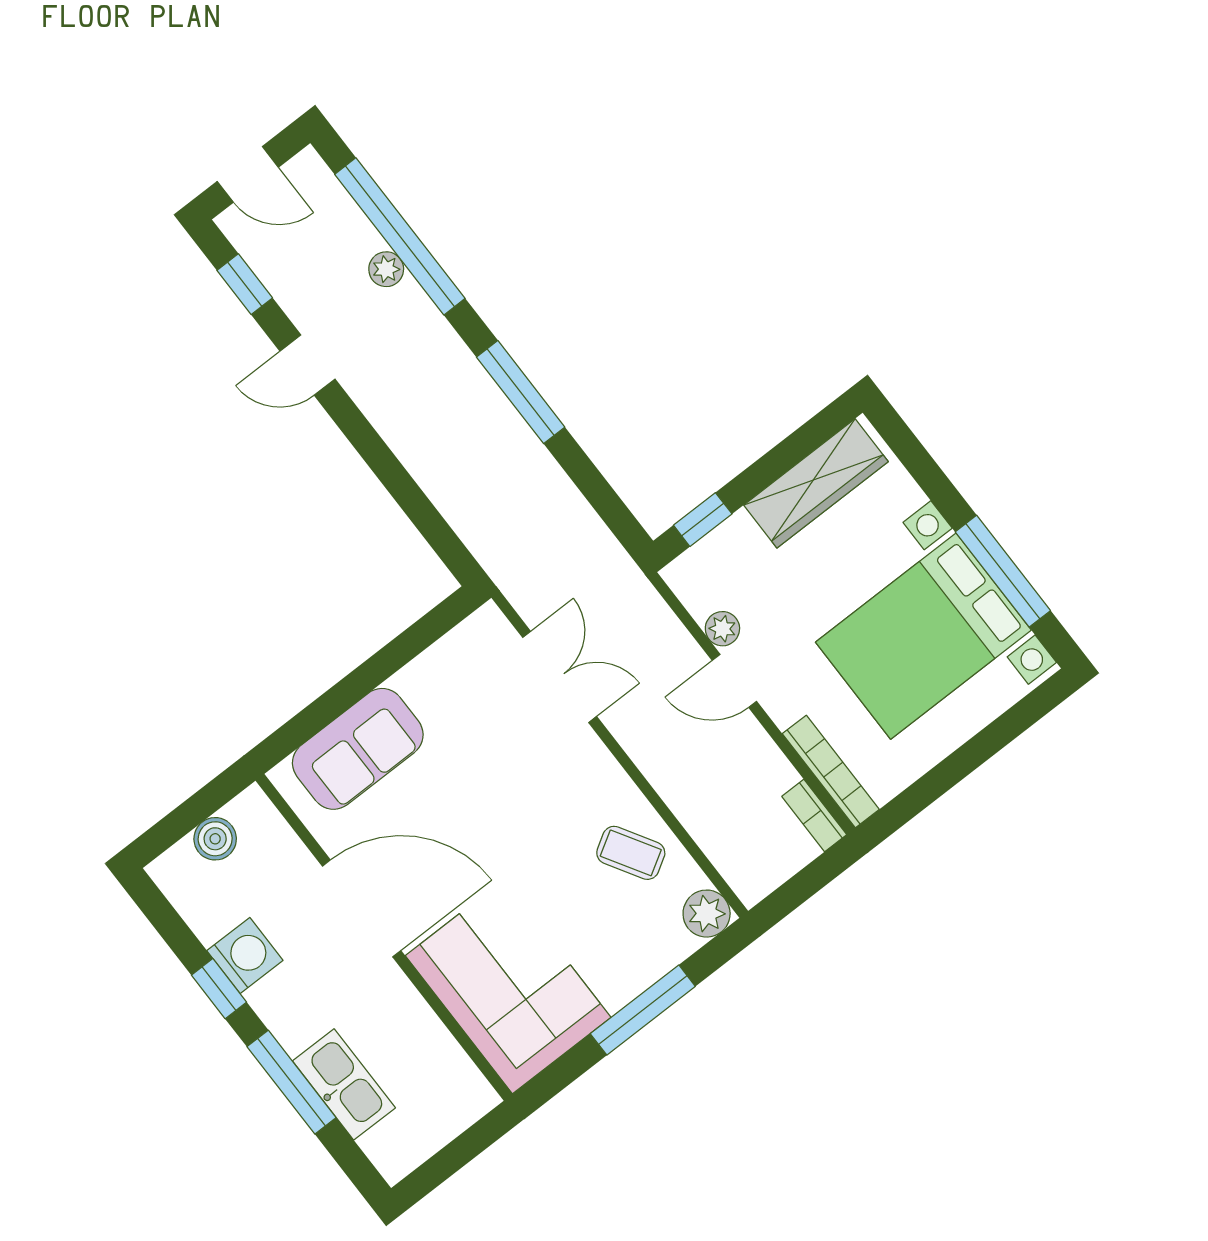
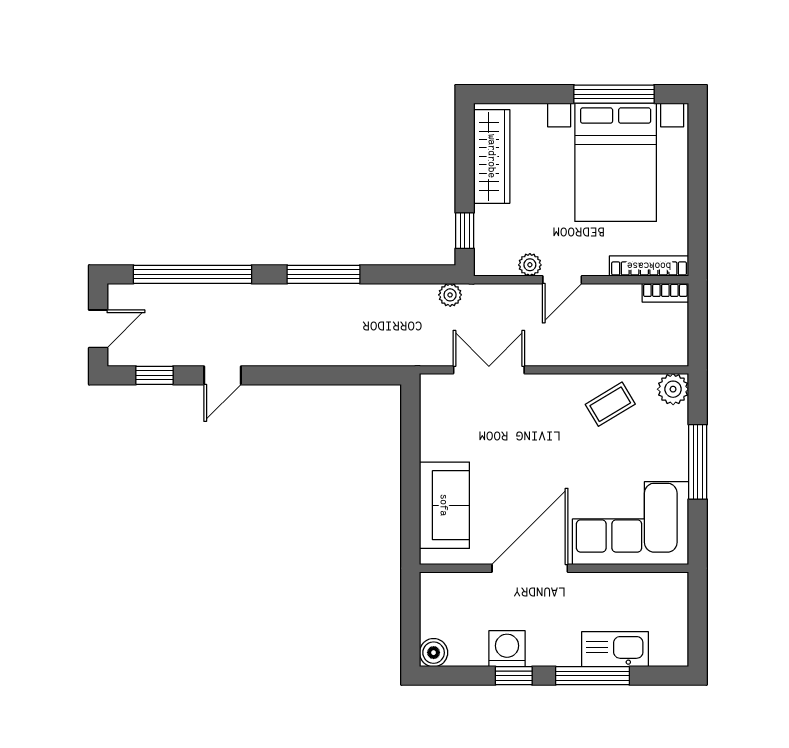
plant: (386, 269) -> (450, 295), moved
boiler: (215, 839) -> (434, 653), moved

